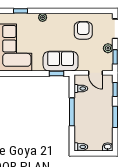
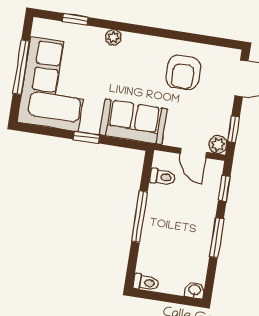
armchair: (83, 30) -> (183, 72), turned 180
plant: (108, 48) -> (218, 144), moved
window: (56, 74) -> (87, 137), moved

